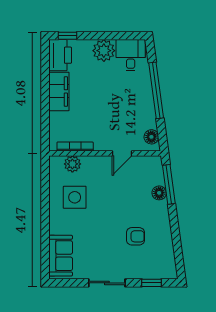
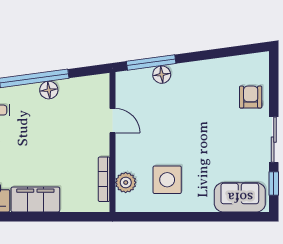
floor lamp: (151, 137) -> (49, 90), moved
armchair: (135, 236) -> (251, 97), moved
window: (152, 283) -> (274, 184), moved

